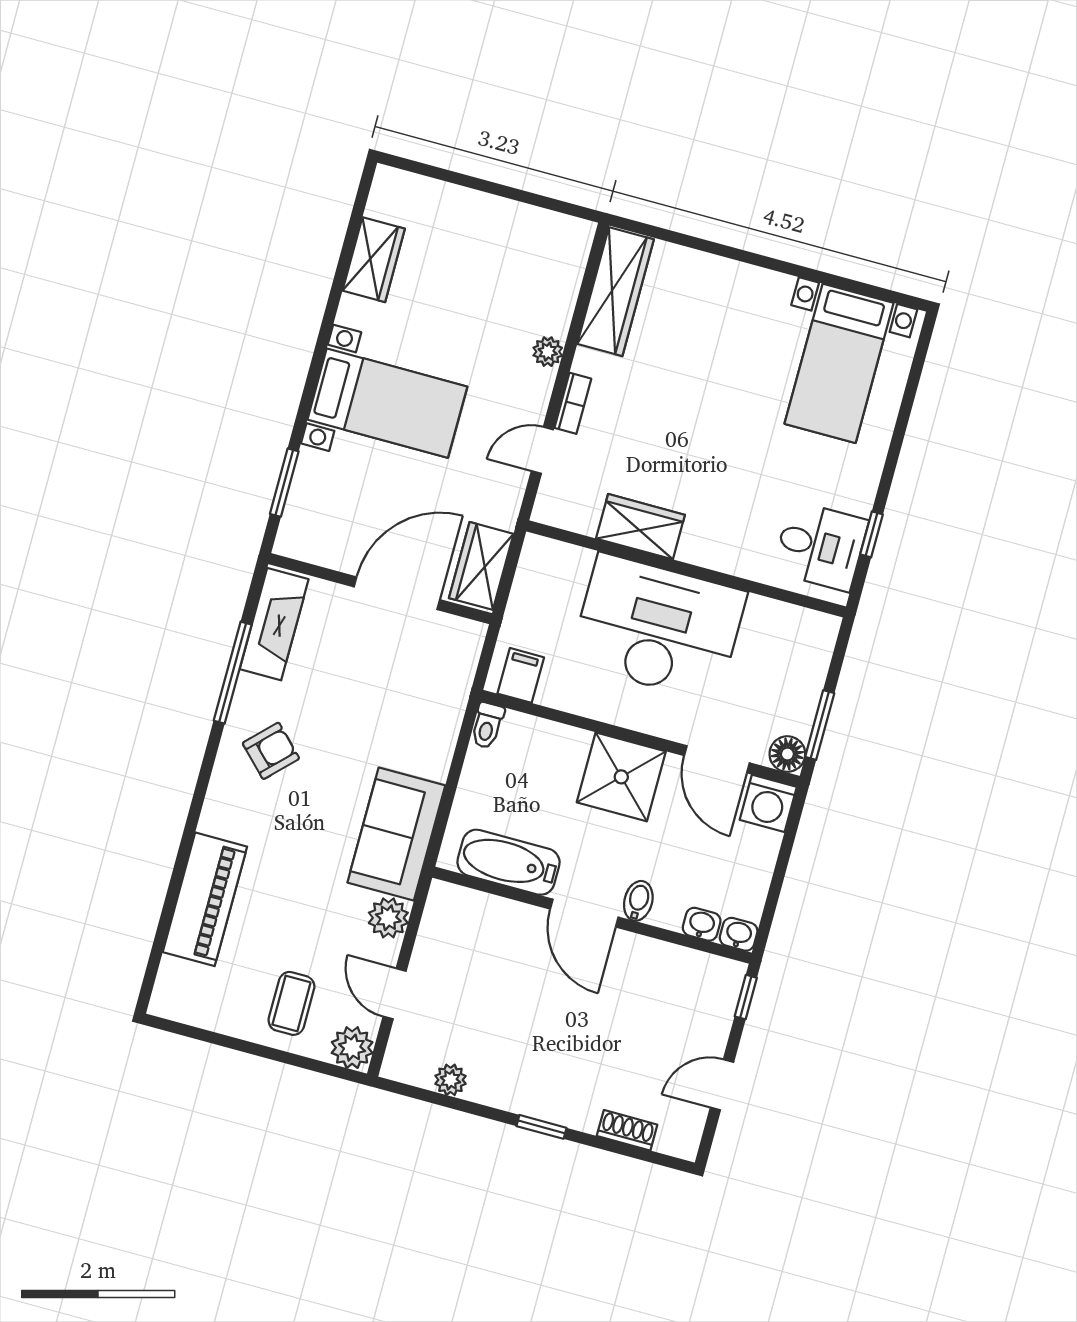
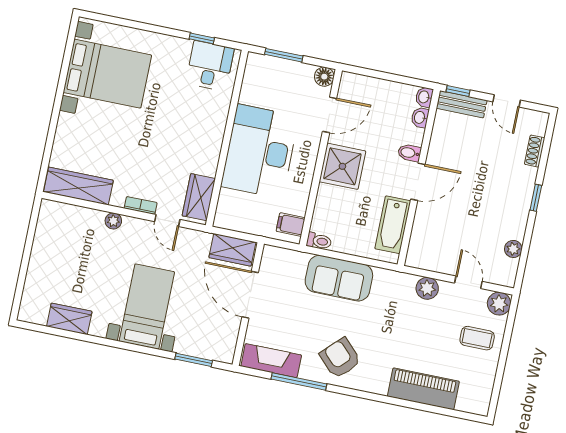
bed with nightstands: (839, 363) -> (107, 74), width x1.36
wardrobe: (640, 527) -> (199, 197), moved
window: (820, 725) -> (284, 55), moved
armchair: (271, 751) -> (340, 358), width x1.38, depth x1.38
washing machine: (768, 803) -> (352, 85), removed
sofa: (396, 834) -> (339, 278), moved
door: (395, 994) -> (468, 282), swing flipped
bench: (721, 1002) -> (462, 104), added

